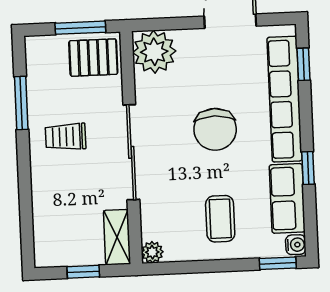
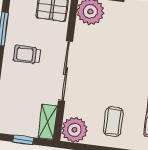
chair: (215, 129) -> (120, 66), removed
plant: (152, 252) -> (75, 130), width x1.87, depth x1.87

